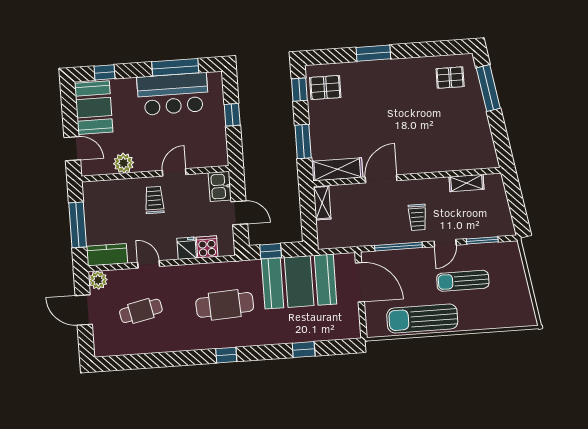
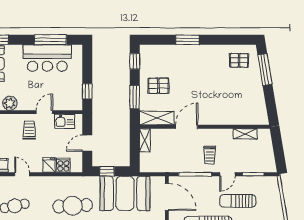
pallet: (325, 87) -> (158, 86), moved
window: (232, 115) -> (87, 91), moved
kitchen sink: (220, 186) -> (65, 121), moved, turned -90
door: (239, 213) -> (87, 143), swing flipped

